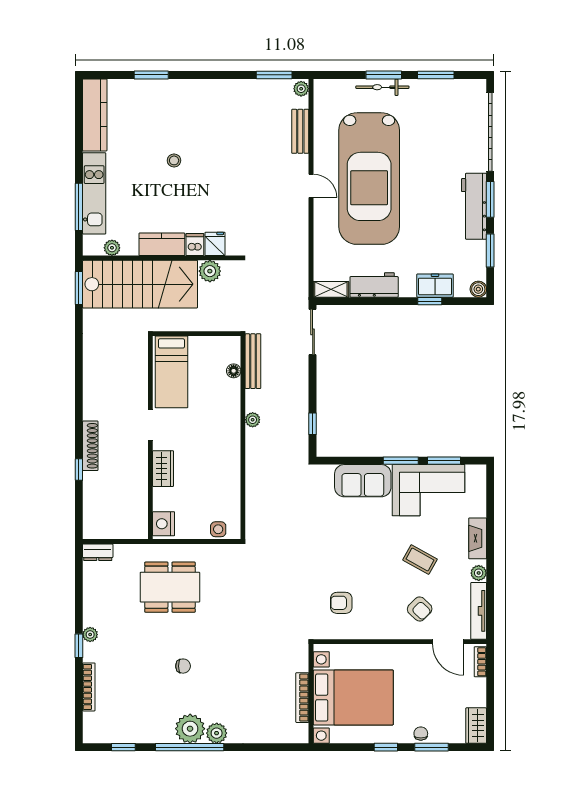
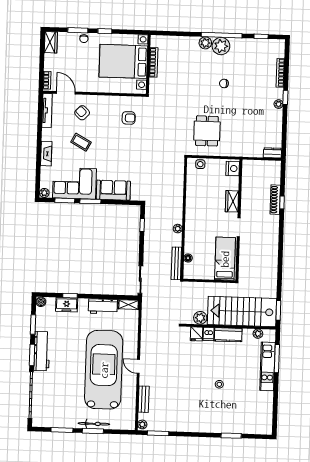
kitchen counter: (95, 115) -> (266, 413), removed
shoe rack: (90, 446) -> (275, 200), moved
plant: (479, 573) -> (44, 193), moved
dining table: (170, 587) -> (207, 131), moved, width x0.73

